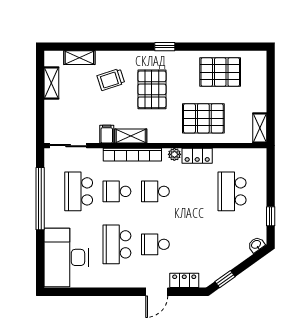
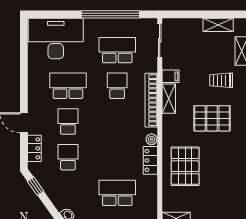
pallet: (220, 72) -> (228, 182), removed
trolley: (111, 80) -> (221, 80), turned -72
school desk: (155, 191) -> (68, 157), moved

